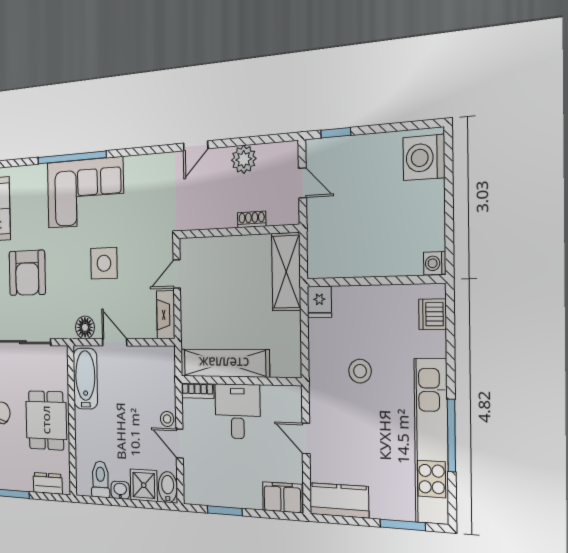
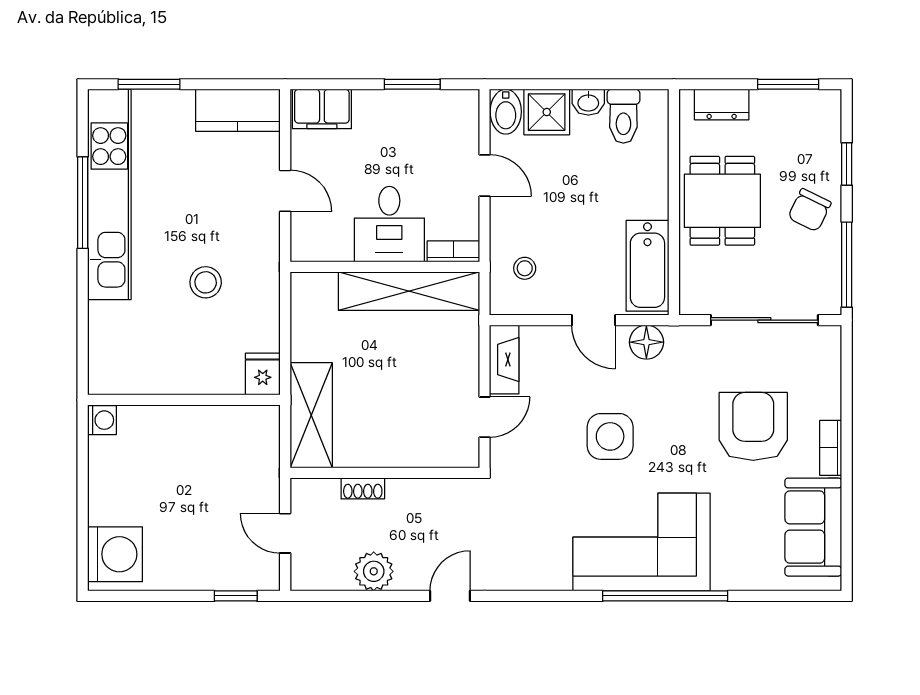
dishwasher: (433, 314) -> (106, 356), removed
stool: (167, 419) -> (525, 268), moved

